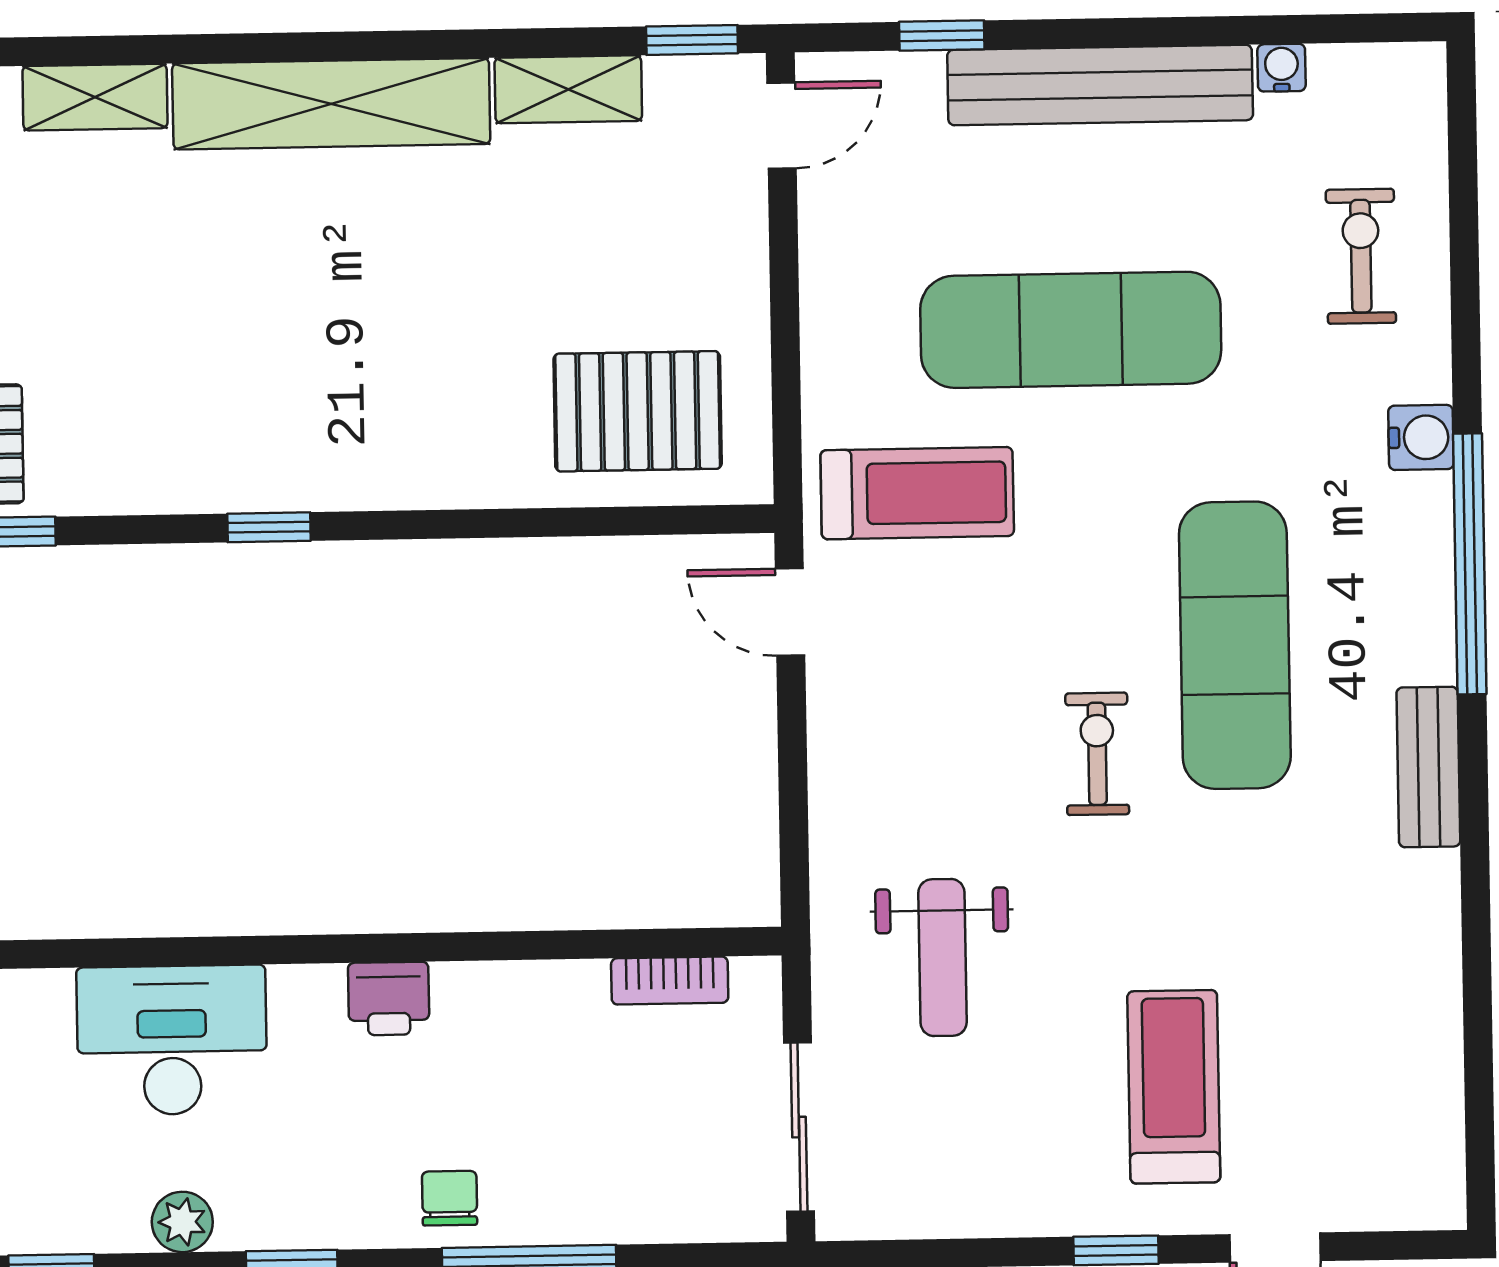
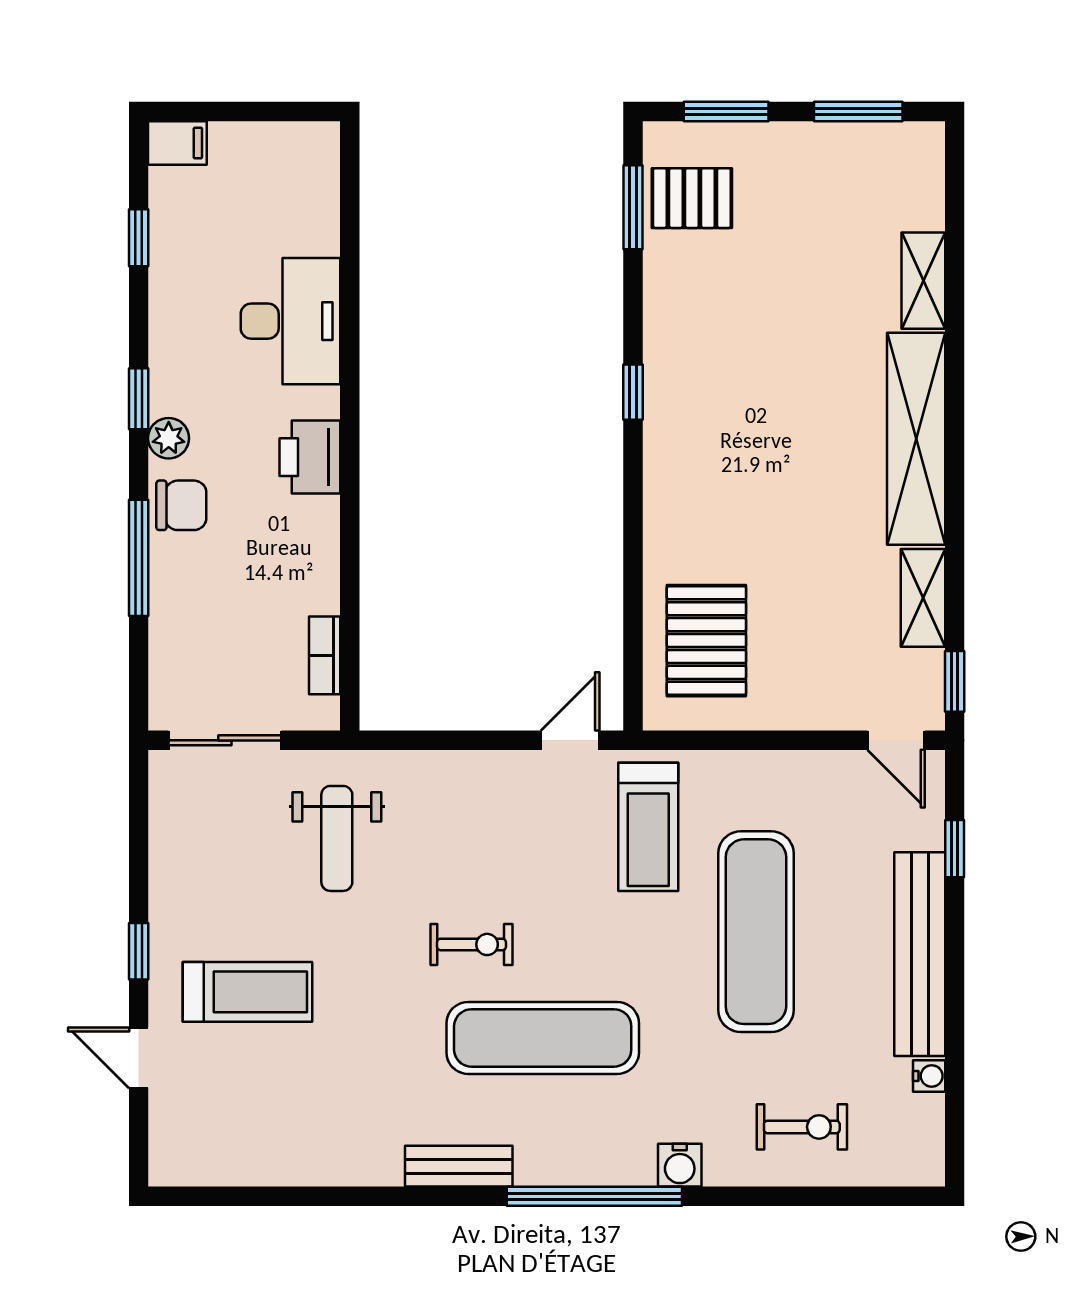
weight bench: (942, 958) -> (337, 838), turned -90
printer: (389, 999) -> (310, 457), width x1.36, depth x1.24
chair: (450, 1198) -> (181, 505), width x1.37, depth x1.37
plant: (182, 1222) -> (169, 438), moved

